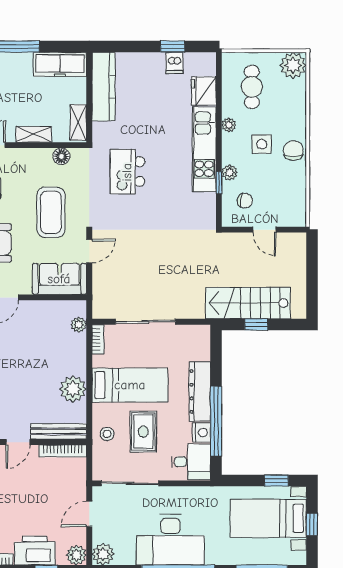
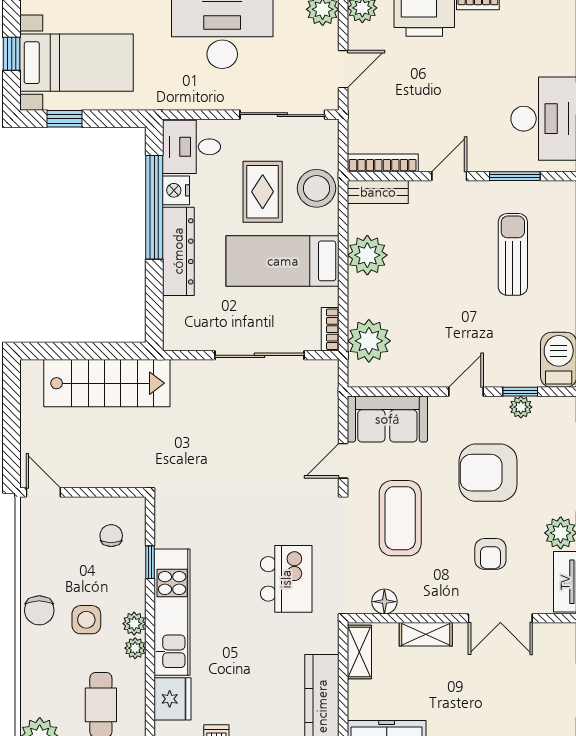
plant: (230, 172) -> (134, 624), moved
chair: (245, 201) -> (111, 536), turned 80
door: (264, 230) -> (43, 492), moved
plant: (79, 325) -> (369, 341), width x1.88, depth x1.88
window: (256, 325) -> (94, 351), removed
bench: (59, 431) -> (378, 192), width x0.73
stool: (107, 434) -> (316, 188), width x1.89, depth x1.89

